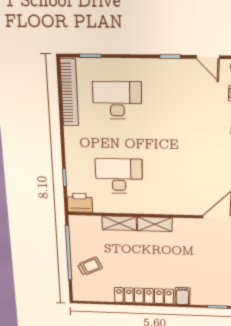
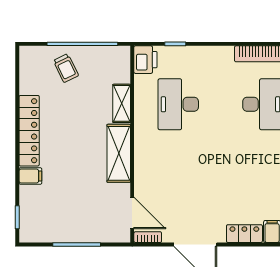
desk: (119, 176) -> (178, 104), turned 180
shelving: (155, 224) -> (119, 153), width x1.50, depth x1.33

